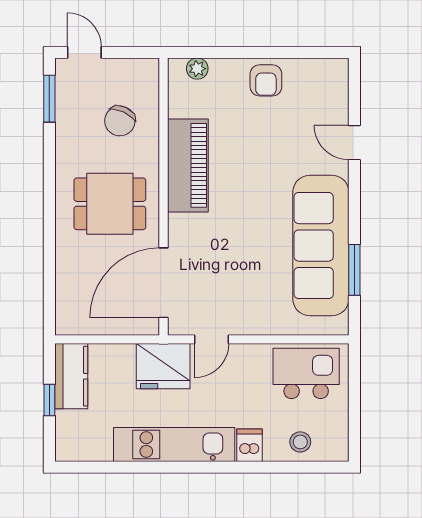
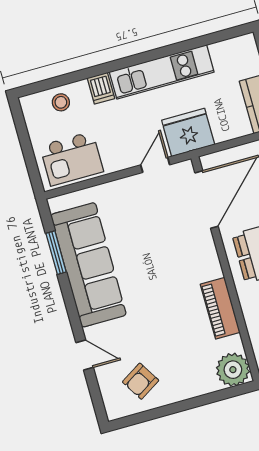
plant: (197, 69) -> (233, 370), width x1.88, depth x1.88
armchair: (266, 80) -> (141, 381), moved, turned -122
piano: (188, 165) -> (220, 308), width x0.73, depth x0.75

